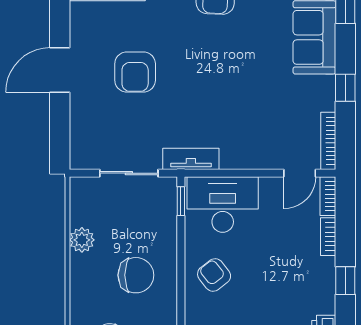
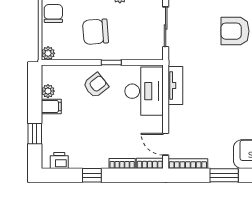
window: (345, 88) -> (224, 175), width x1.50
tv unit: (191, 159) -> (175, 85), moved
window: (181, 201) -> (111, 63), moved
chair: (136, 275) -> (96, 32), turned 86

